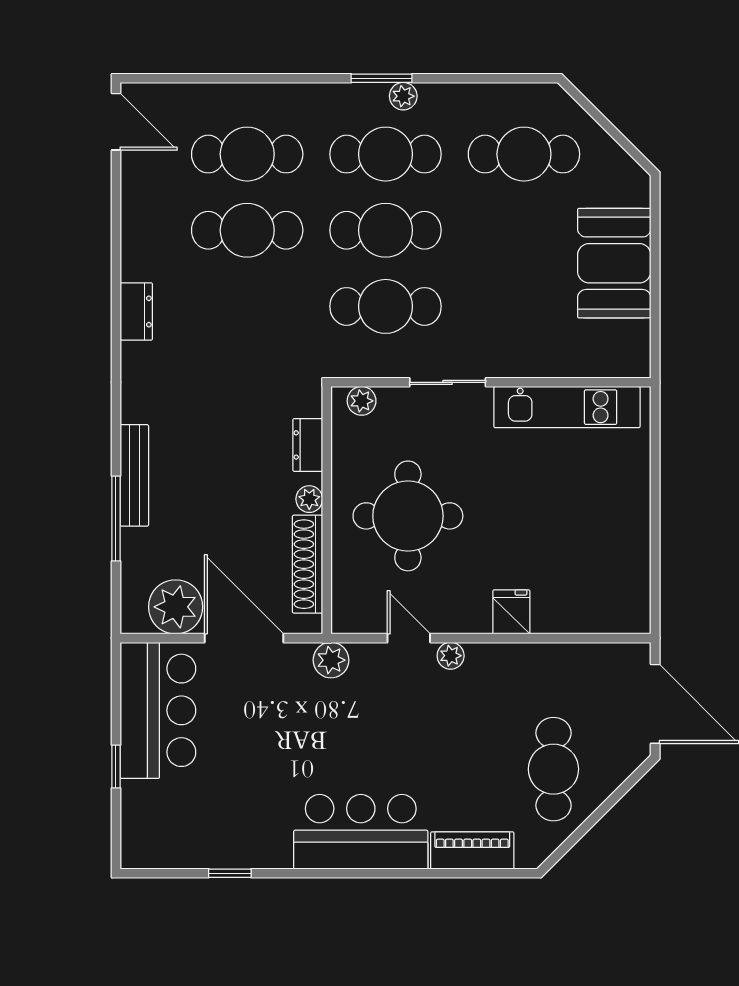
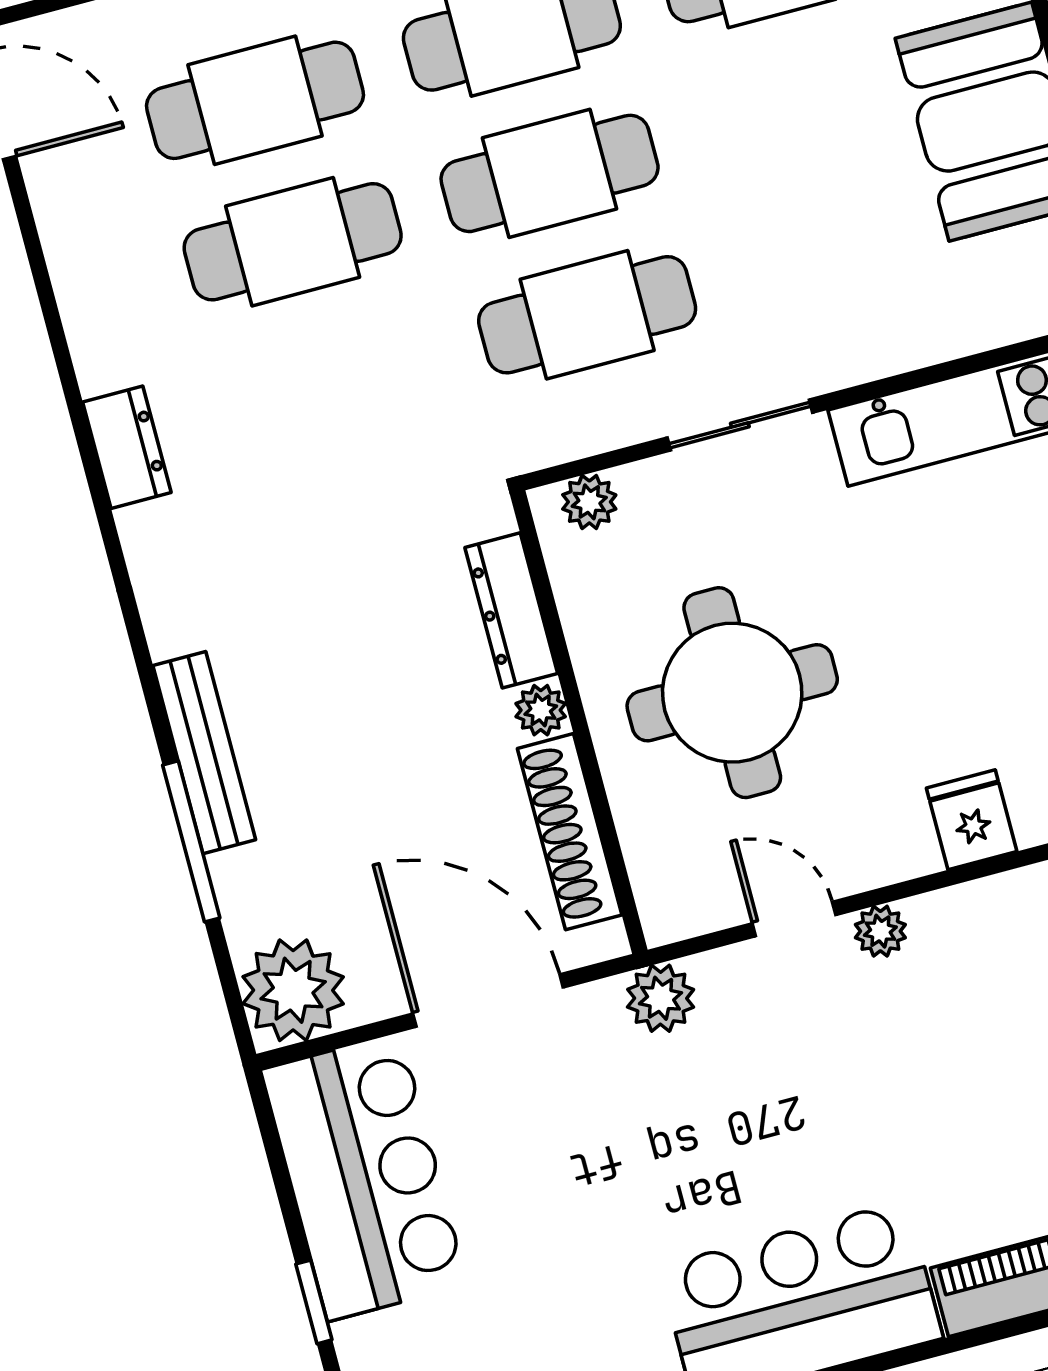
dresser: (308, 445) -> (511, 610), width x1.44
plant: (176, 607) -> (293, 990), moved

